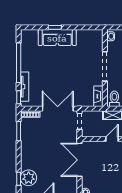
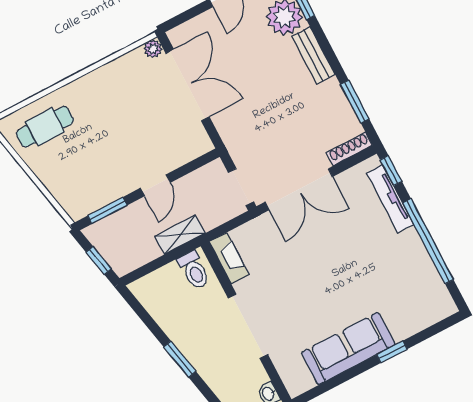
sofa: (57, 38) -> (348, 349), moved
bench: (25, 157) -> (313, 55), added
double door: (79, 160) -> (187, 85), moved

